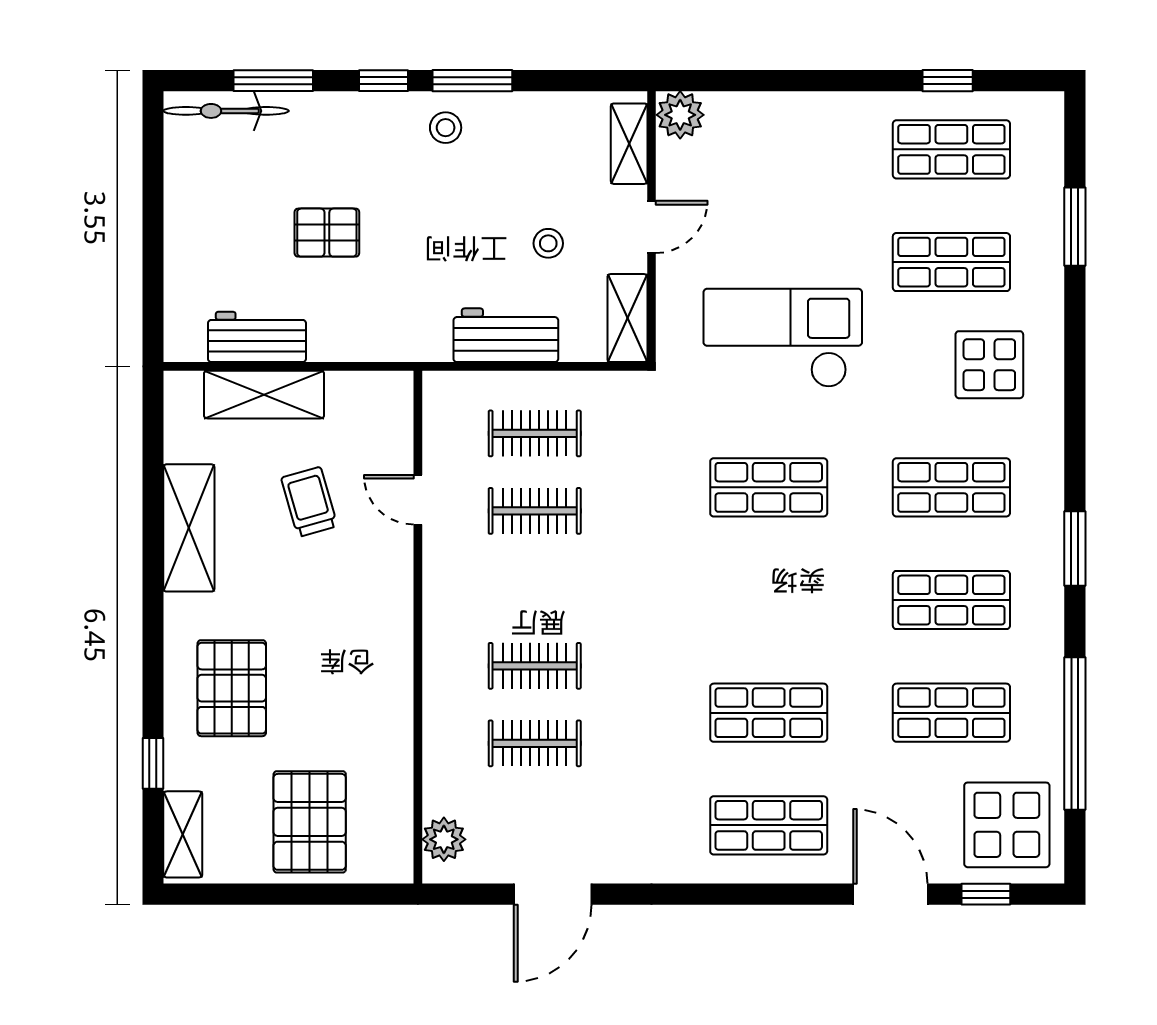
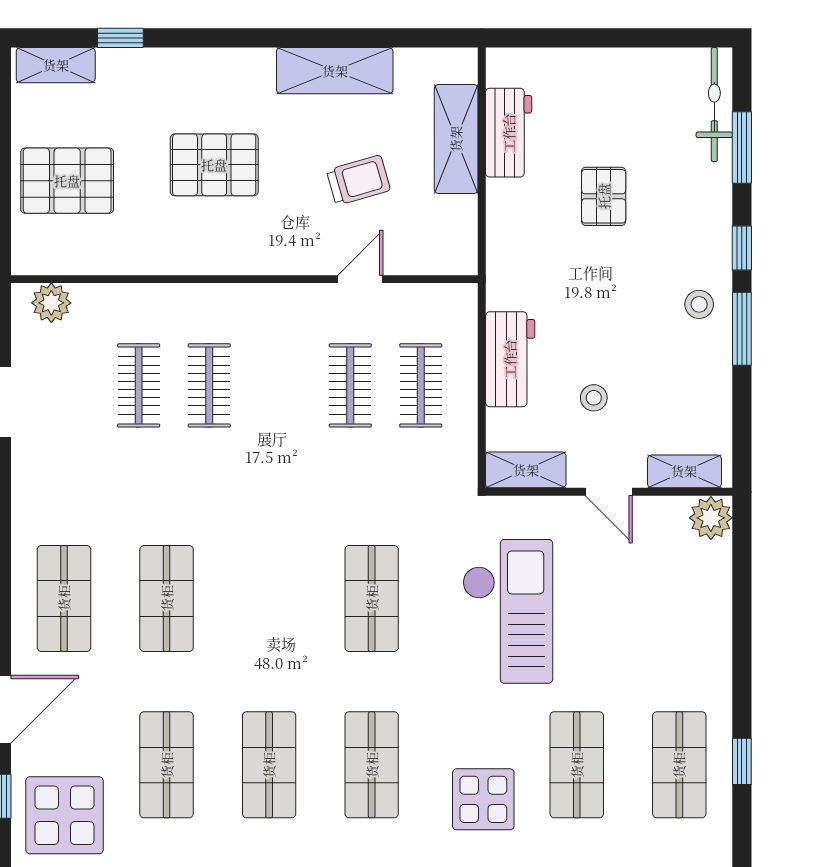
pallet: (232, 688) -> (214, 165), moved

